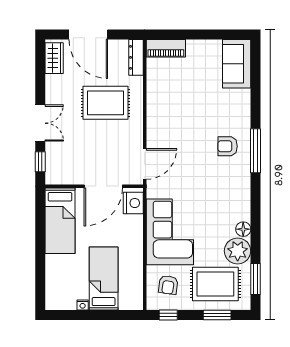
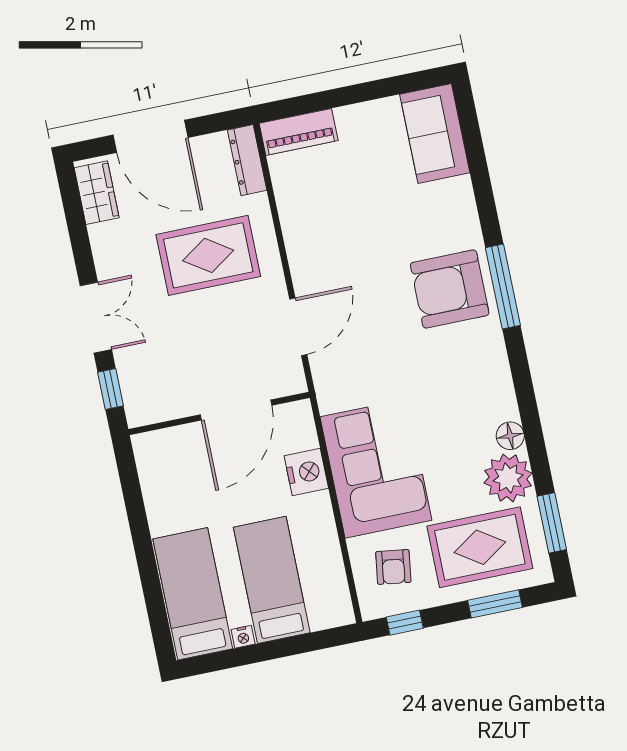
armchair: (228, 146) -> (450, 289), width x1.88, depth x1.88
door: (145, 164) -> (298, 327), moved
nightstand: (133, 203) -> (306, 472), moved
bed: (60, 221) -> (193, 594), moved, turned 180

